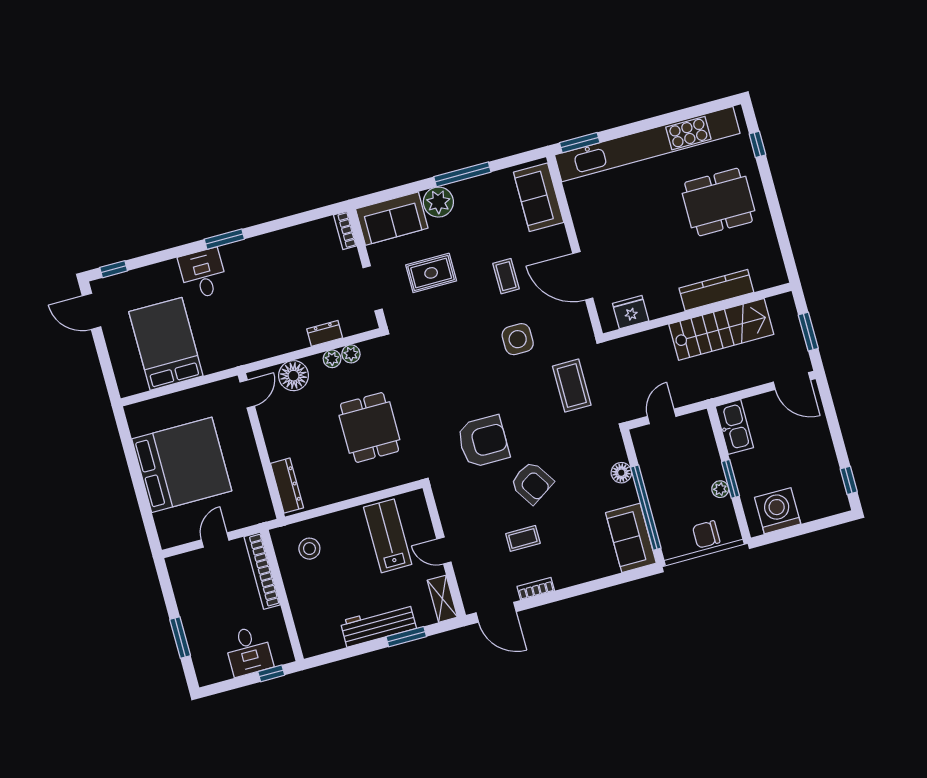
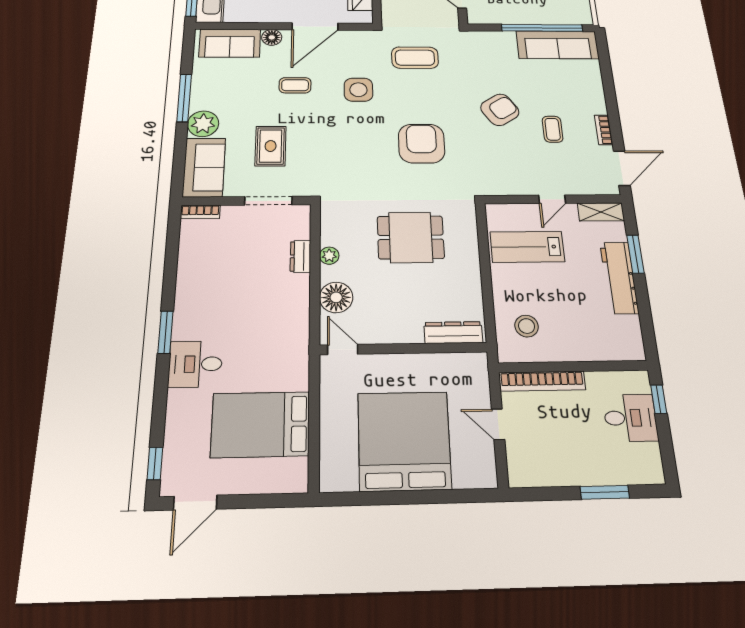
plant: (351, 354) -> (329, 237), removed
armchair: (483, 441) -> (421, 144), moved
floor lamp: (621, 473) -> (272, 37), moved
sofa: (631, 538) -> (557, 45), width x1.36

